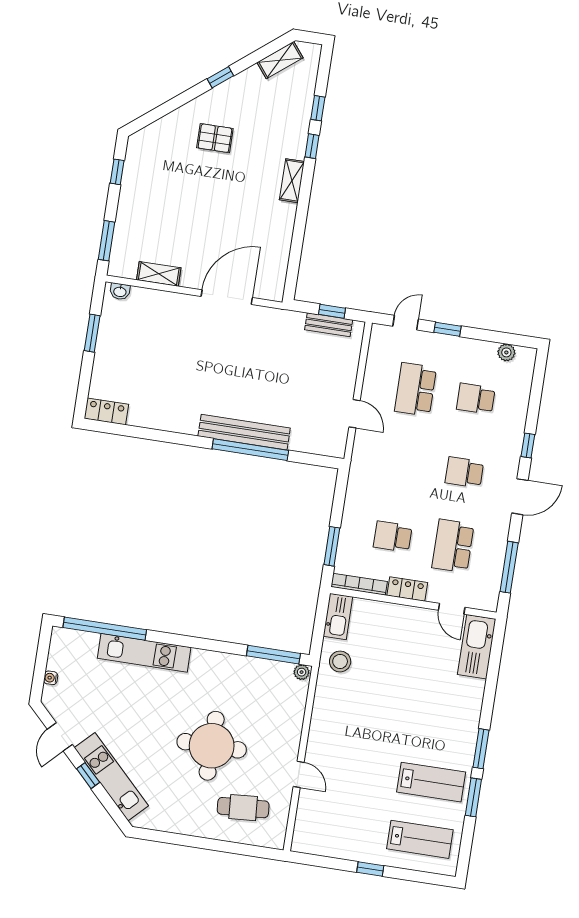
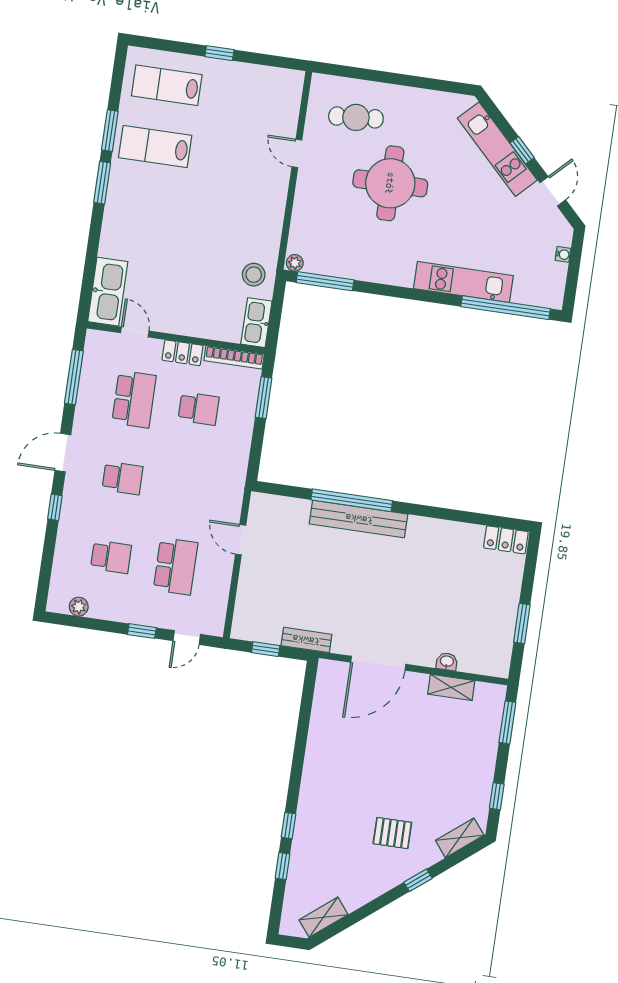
window: (220, 77) -> (418, 880), moved
shelving: (292, 181) -> (460, 838), moved, turned 51
washbasin: (120, 291) -> (447, 662), moved
bench: (329, 325) -> (306, 640), moved

